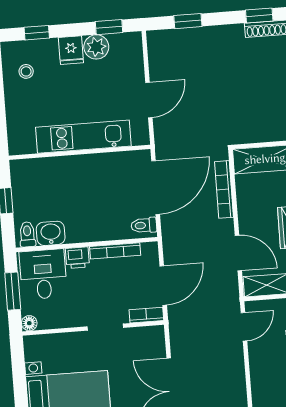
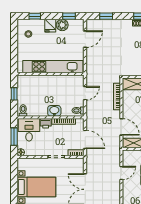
door: (149, 100) -> (85, 39), moved
kitchen unit: (83, 137) -> (53, 67), width x1.36
door: (156, 188) -> (85, 93), width x0.53
washbasin: (51, 233) -> (54, 111), moved
door: (163, 286) -> (85, 139), hinge flipped
door: (244, 327) -> (121, 173), moved

